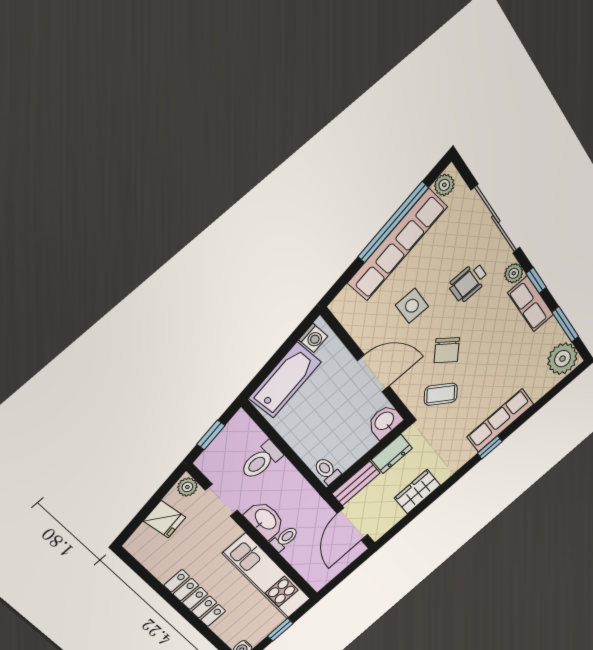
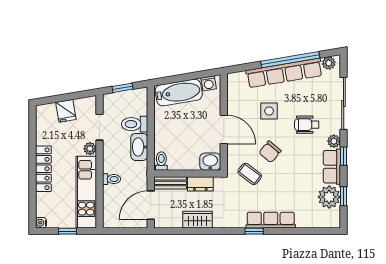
window: (565, 324) -> (344, 196), width x0.67
plant: (563, 359) -> (329, 197), moved
plant: (187, 487) -> (90, 149), moved
washbasin: (265, 520) -> (139, 147), moved, turned 180

